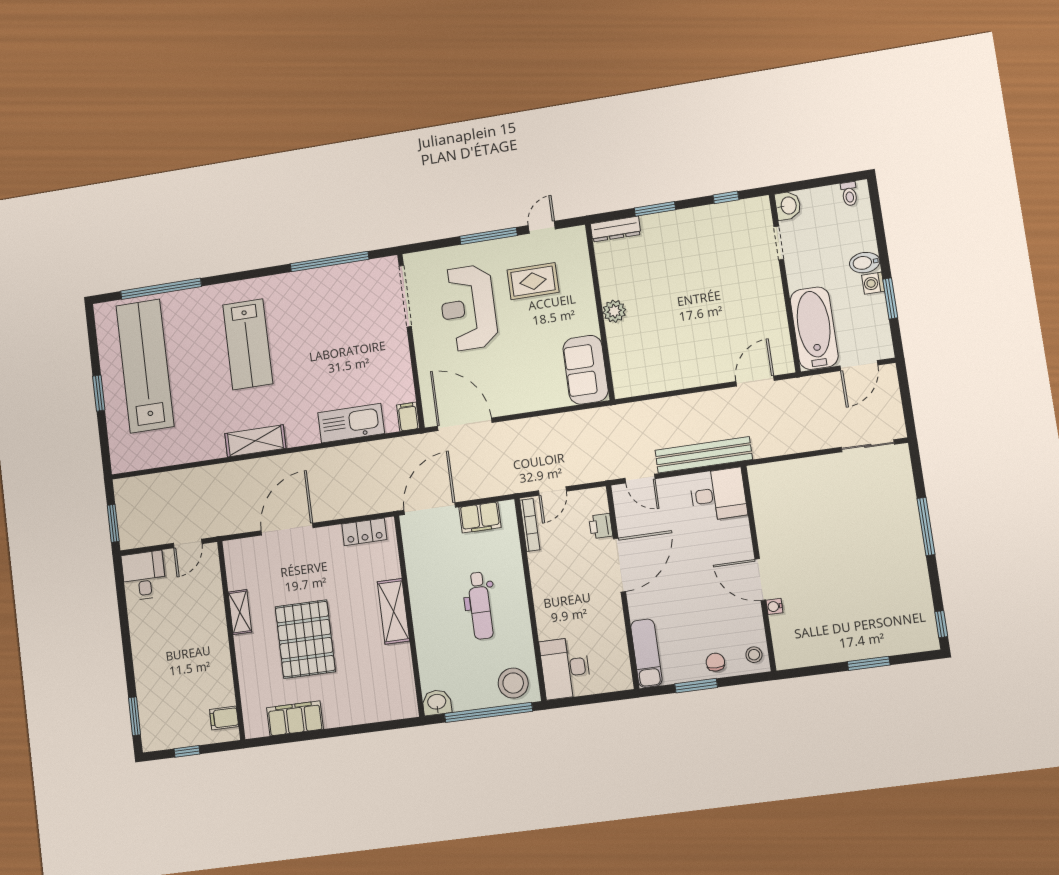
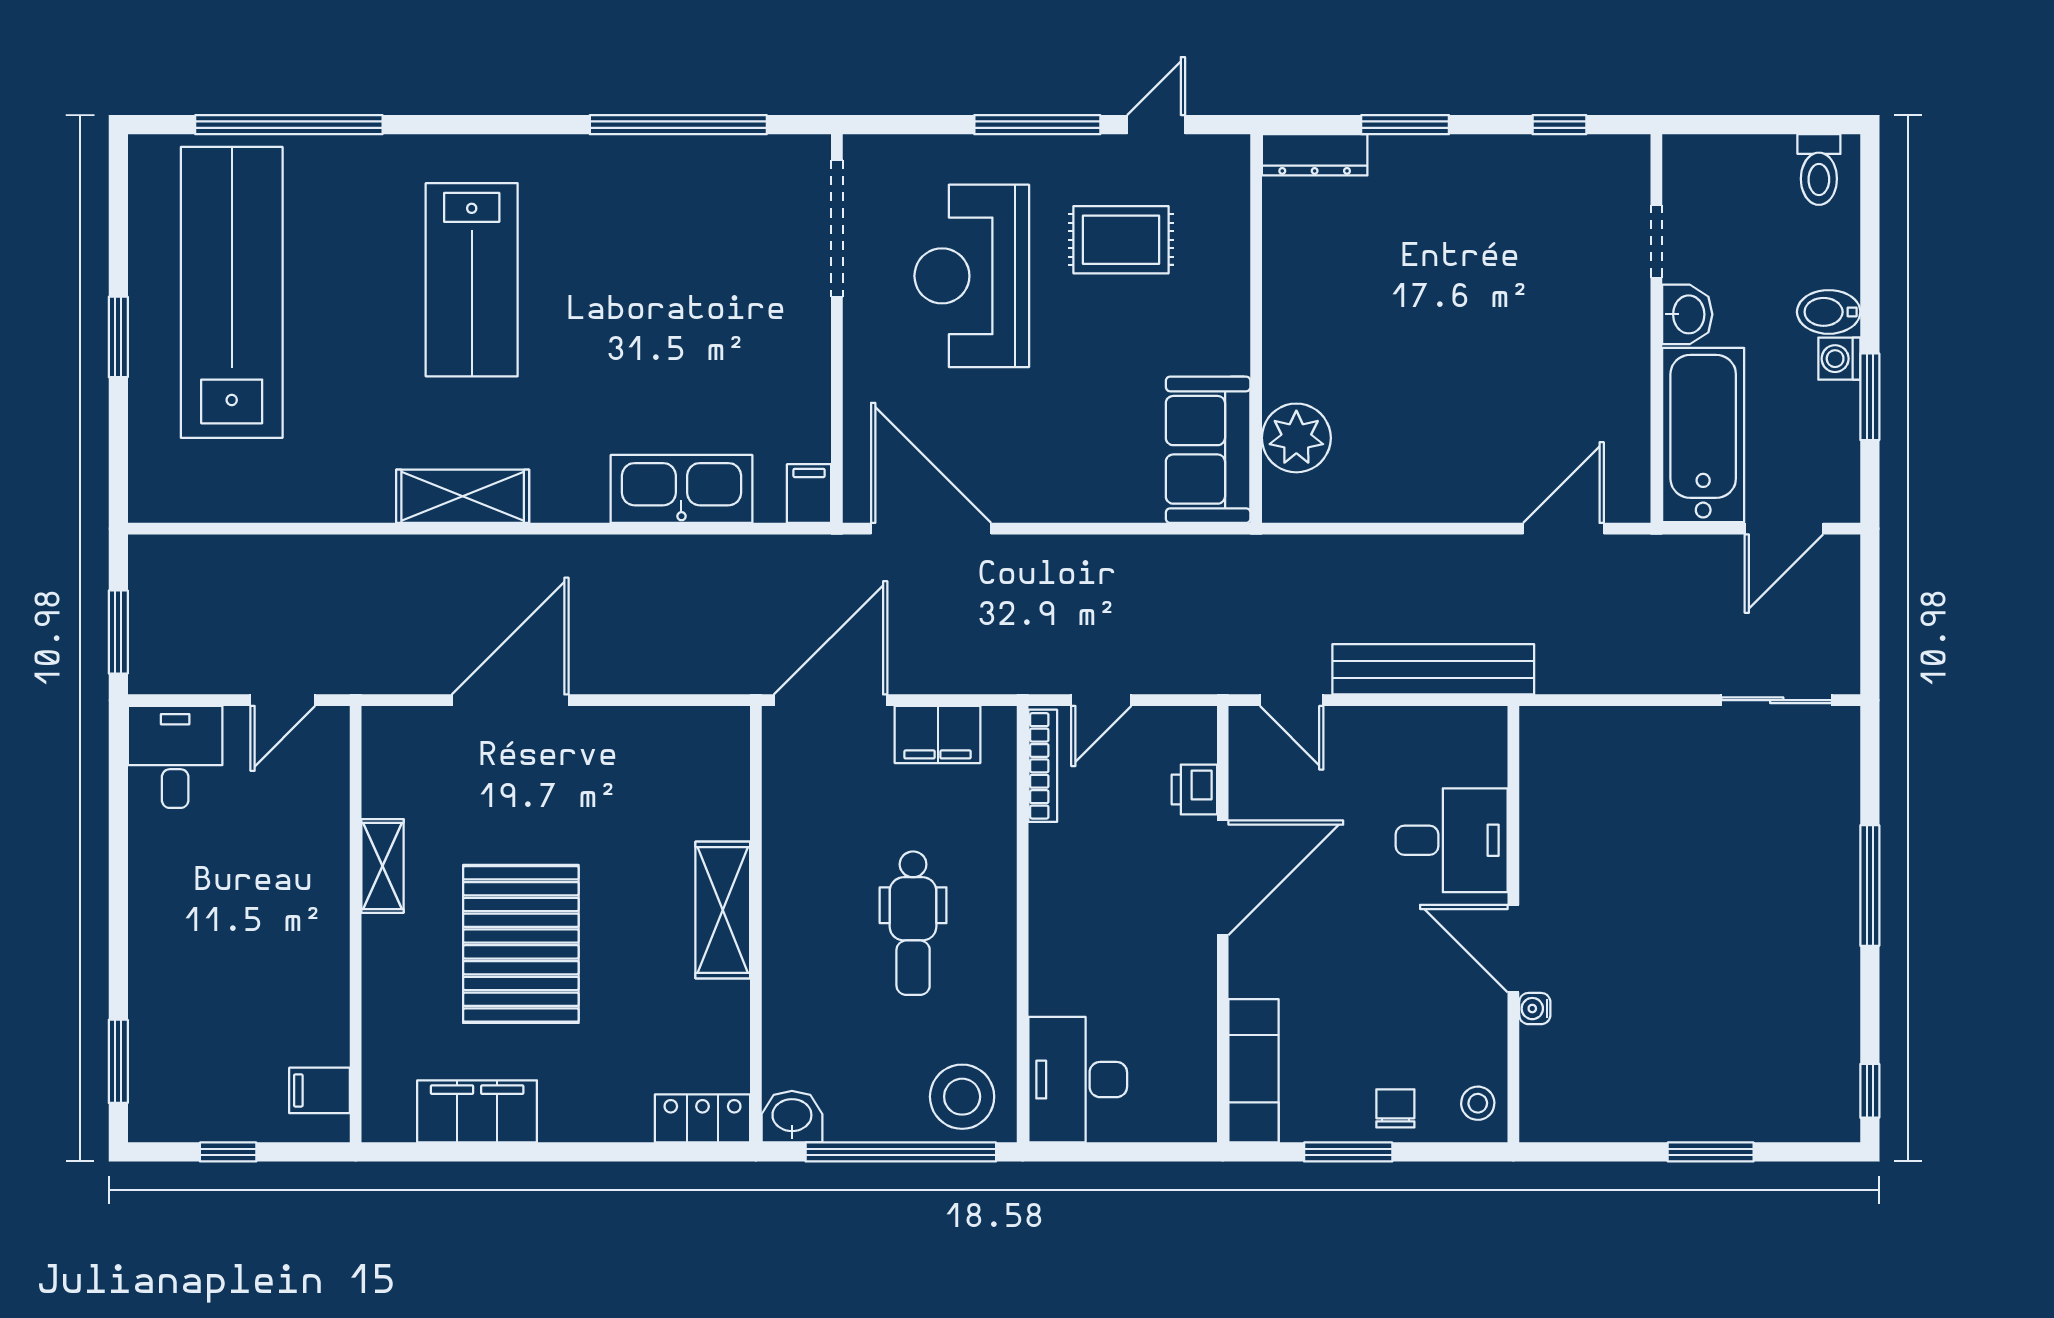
toilet: (849, 194) -> (1819, 170), width x1.37, depth x1.39
washbasin: (788, 206) -> (1687, 314), moved
plant: (614, 311) -> (1296, 438), moved, width x1.36, depth x1.36
desk: (718, 495) -> (1452, 840), moved
locker: (364, 532) -> (702, 1118), moved, turned 180

